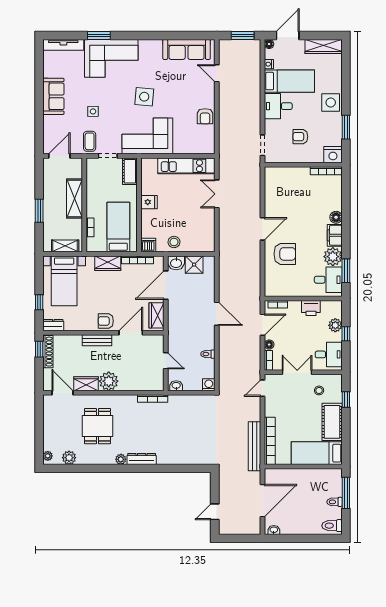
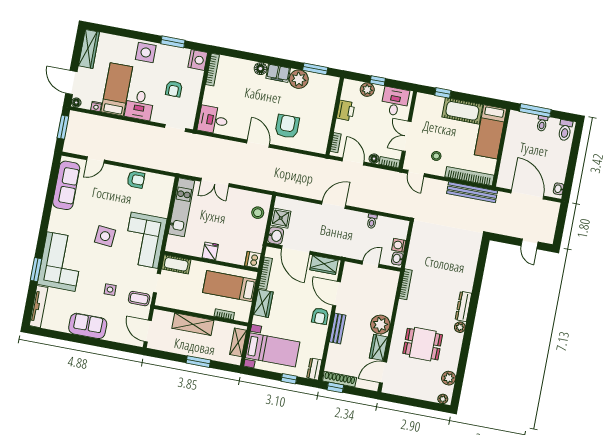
stool: (174, 242) -> (258, 213), moved
desk: (328, 280) -> (213, 120), moved, turned -90
washing machine: (209, 385) -> (399, 245), moved
stool: (319, 390) -> (436, 156), moved

